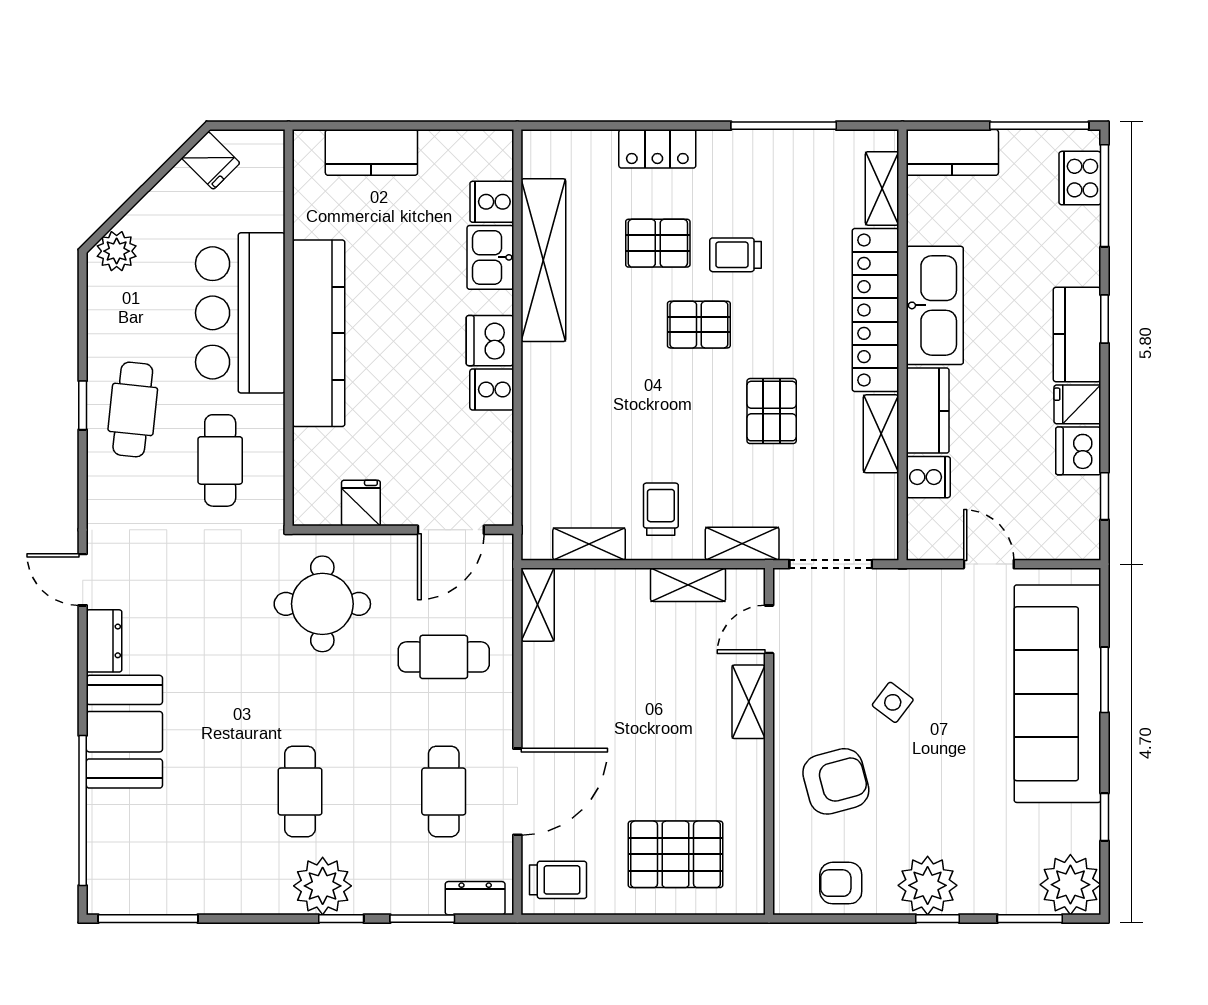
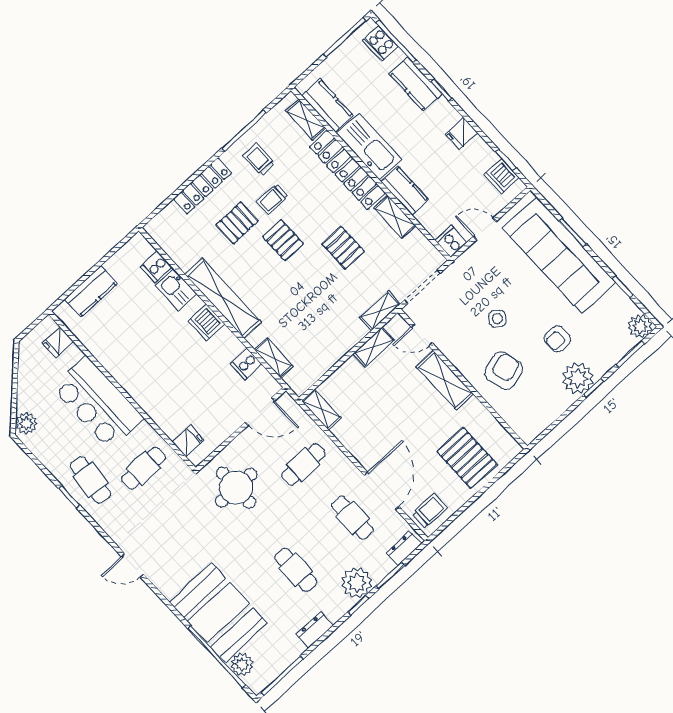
locker: (657, 149) -> (203, 186), width x1.53
kitchen counter: (952, 152) -> (328, 106), moved, turned -90
fridge: (211, 160) -> (58, 342), moved, turned 135
shelving: (543, 260) -> (223, 298), moved
pallet: (699, 325) -> (283, 240), turned 90
kitchen counter: (319, 333) -> (136, 382), removed
kitchen counter: (1077, 334) -> (416, 84), moved
cooker: (492, 389) -> (246, 364), moved
dishwasher: (1078, 451) -> (501, 176), moved
cafe table: (220, 460) -> (143, 468), turned 90
cooker: (928, 477) -> (451, 241), moved, turned -90
fridge: (361, 503) -> (188, 441), moved, turned 90
trolley: (661, 509) -> (259, 160), moved
door: (451, 530) -> (260, 412), hinge flipped
shelving: (589, 544) -> (274, 358), moved, turned 90
door: (769, 629) -> (422, 335), hinge flipped
dresser: (104, 641) -> (315, 630), moved, turned -90
shelving: (749, 702) -> (445, 380), width x1.50, depth x1.33
booth: (124, 732) -> (218, 613), width x1.36, depth x1.42
plant: (107, 853) -> (242, 664), added
pallet: (675, 854) -> (467, 458), turned 90
armchair: (841, 883) -> (557, 339), moved
plant: (1070, 885) -> (640, 326), width x0.73, depth x0.73
plant: (323, 886) -> (357, 583), moved

